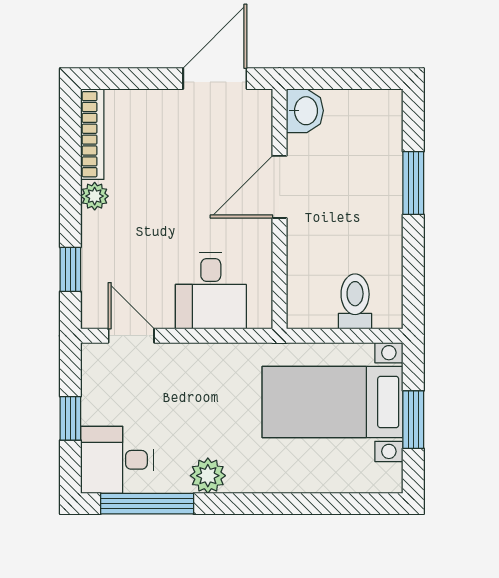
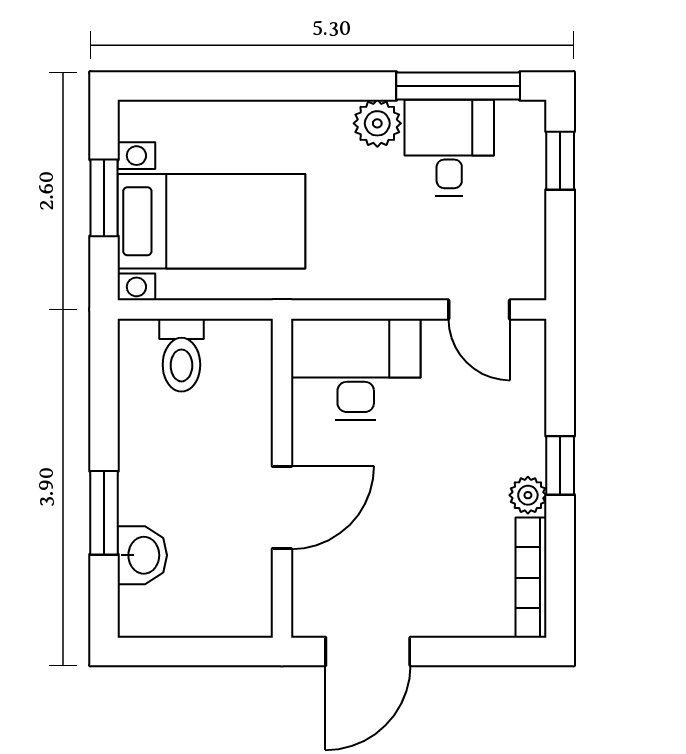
washbasin: (305, 111) -> (142, 555), moved, turned 180
window: (70, 269) -> (560, 465), moved
desk: (211, 291) -> (356, 369), width x1.37
window: (70, 418) -> (560, 161), moved
desk: (117, 460) -> (449, 148), moved, turned -90

